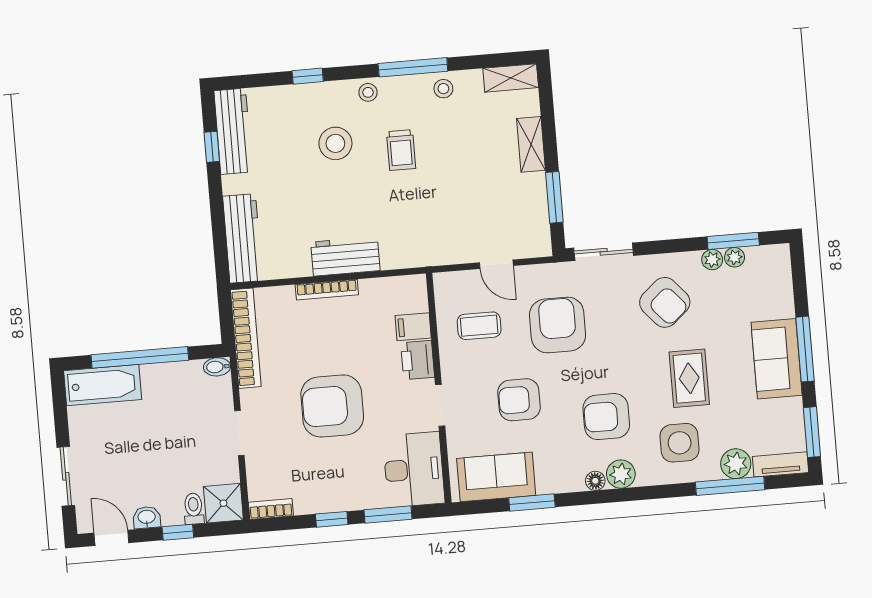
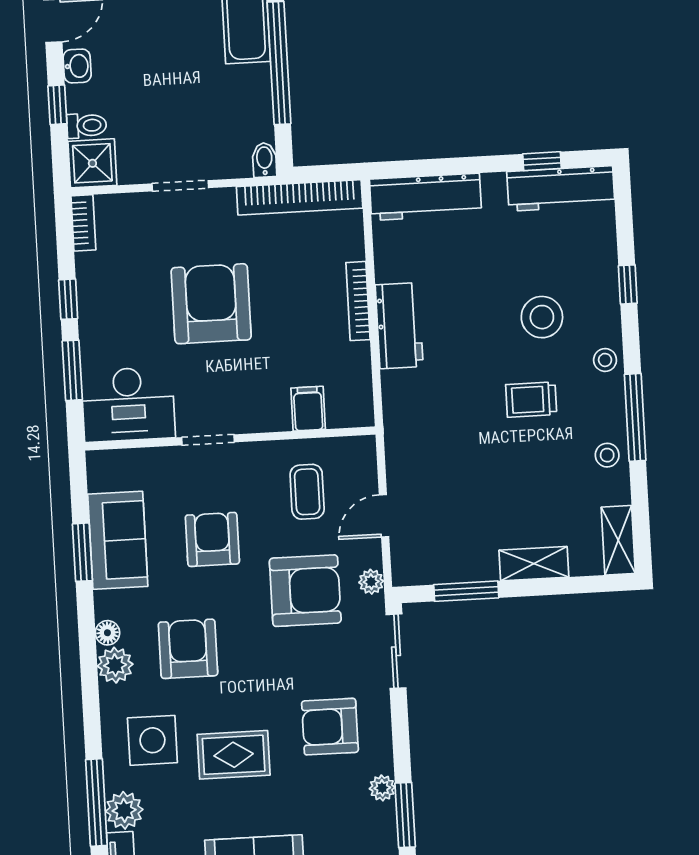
plant: (734, 257) -> (371, 582), moved
armchair: (665, 302) -> (330, 727), turned 41
printer: (418, 360) -> (266, 413), removed
sofa: (496, 477) -> (118, 540), moved

